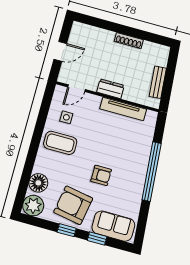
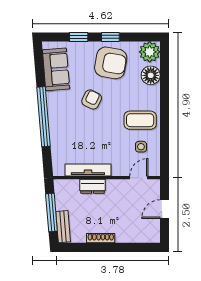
window: (169, 78) -> (51, 212), added
bench: (158, 82) -> (63, 227), moved
dresser: (110, 89) -> (92, 186), moved
armchair: (101, 175) -> (92, 99), turned 116
sofa: (113, 226) -> (56, 69), moved, turned -95

